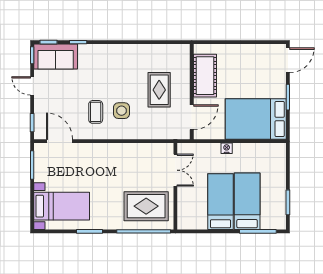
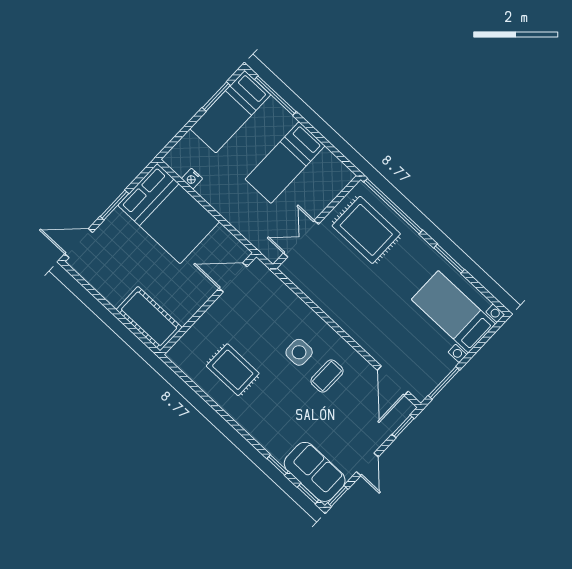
cot: (205, 76) -> (149, 319), moved, turned 90
rug: (159, 90) -> (233, 370), moved, turned 90
nightstand: (227, 148) -> (192, 179), moved
bed: (247, 201) -> (230, 112), moved

